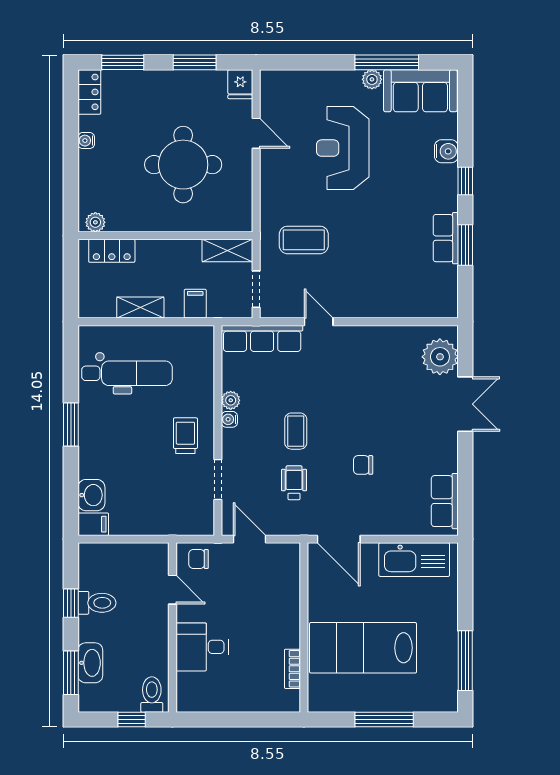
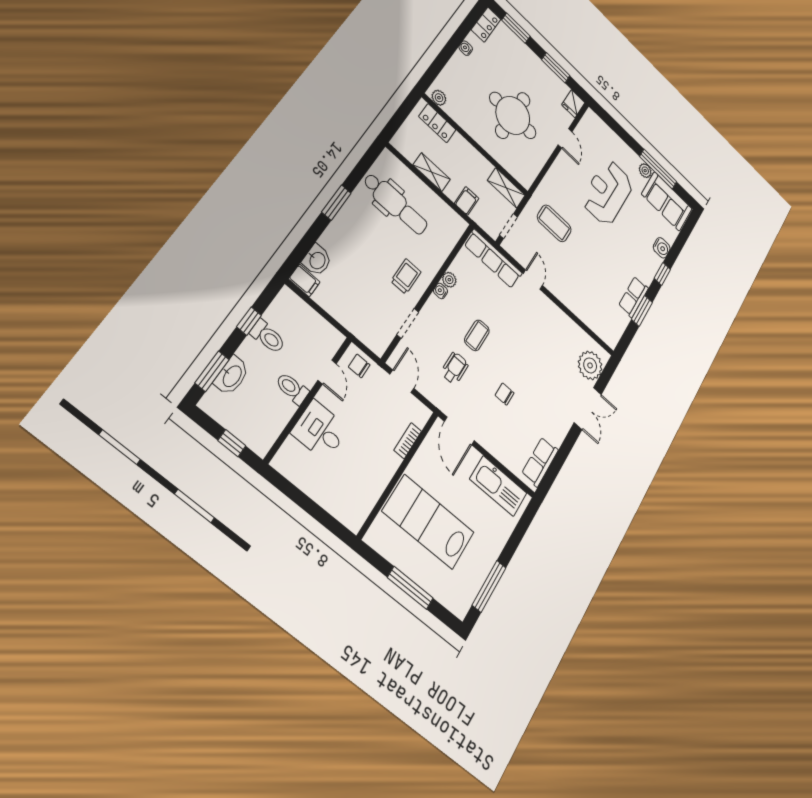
bookcase: (292, 669) -> (408, 441), moved
toilet: (152, 695) -> (292, 388), moved, turned -90

